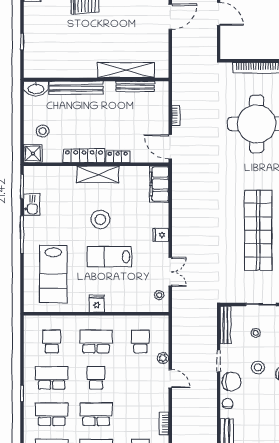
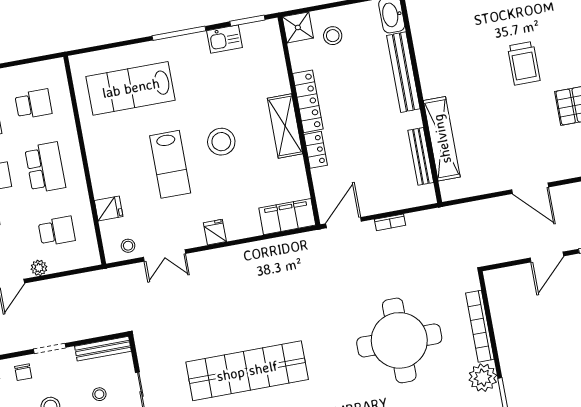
lab bench: (109, 257) -> (170, 164), turned 180
fridge: (97, 304) -> (109, 209), moved
chair: (231, 382) -> (23, 372), width x0.54, depth x0.54

